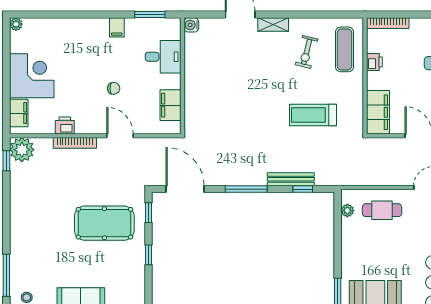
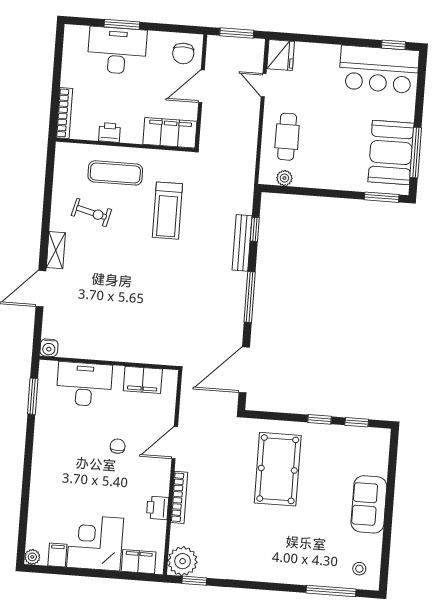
filing cabinet: (117, 27) -> (57, 555), moved, turned -90
exercise mat: (345, 49) -> (115, 173), moved
desk: (163, 57) -> (84, 384), width x1.37
window: (148, 213) -> (357, 422), moved

